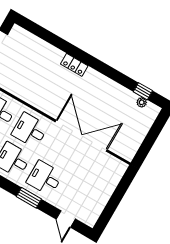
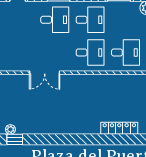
locker: (74, 65) -> (119, 128), moved, width x1.53
double door: (81, 136) -> (45, 73), width x0.54

